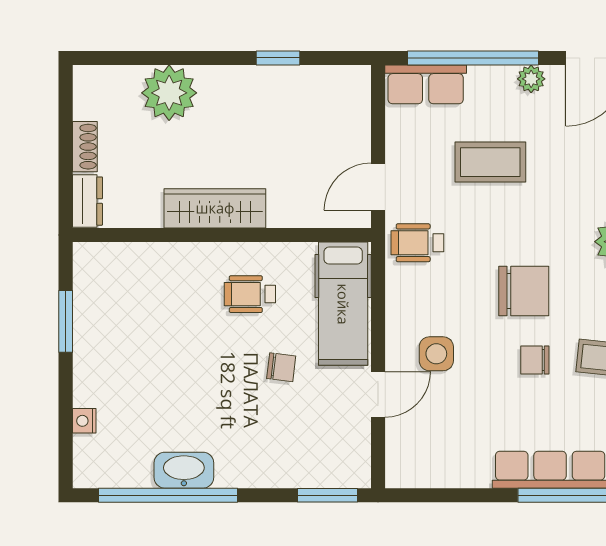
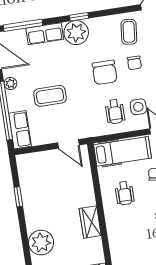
coffee table: (490, 162) -> (50, 96), turned 90
wardrobe: (215, 208) -> (90, 222), width x0.67
wheelchair: (417, 243) -> (115, 112), moved
chair: (524, 291) -> (105, 72), turned 180

